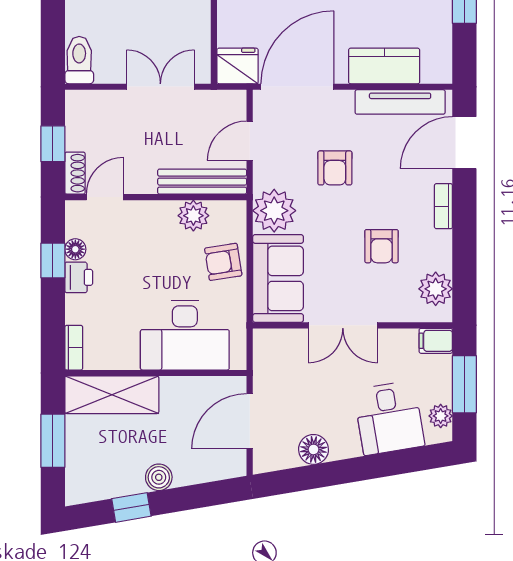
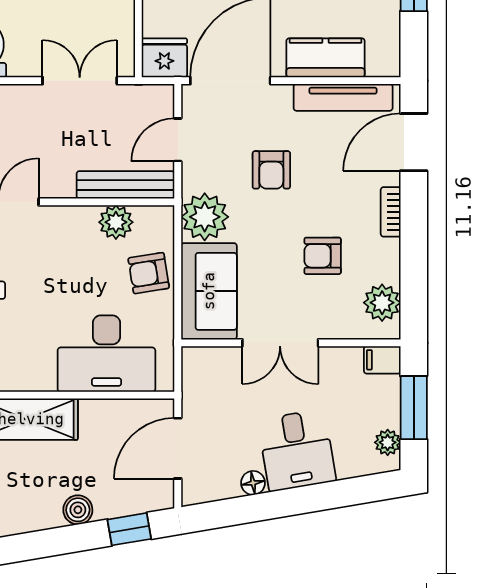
armchair: (381, 246) -> (323, 256), turned 90
desk: (389, 418) -> (297, 450), moved
floor lamp: (314, 449) -> (253, 483), width x0.73, depth x0.73
window: (131, 507) -> (129, 529), moved

